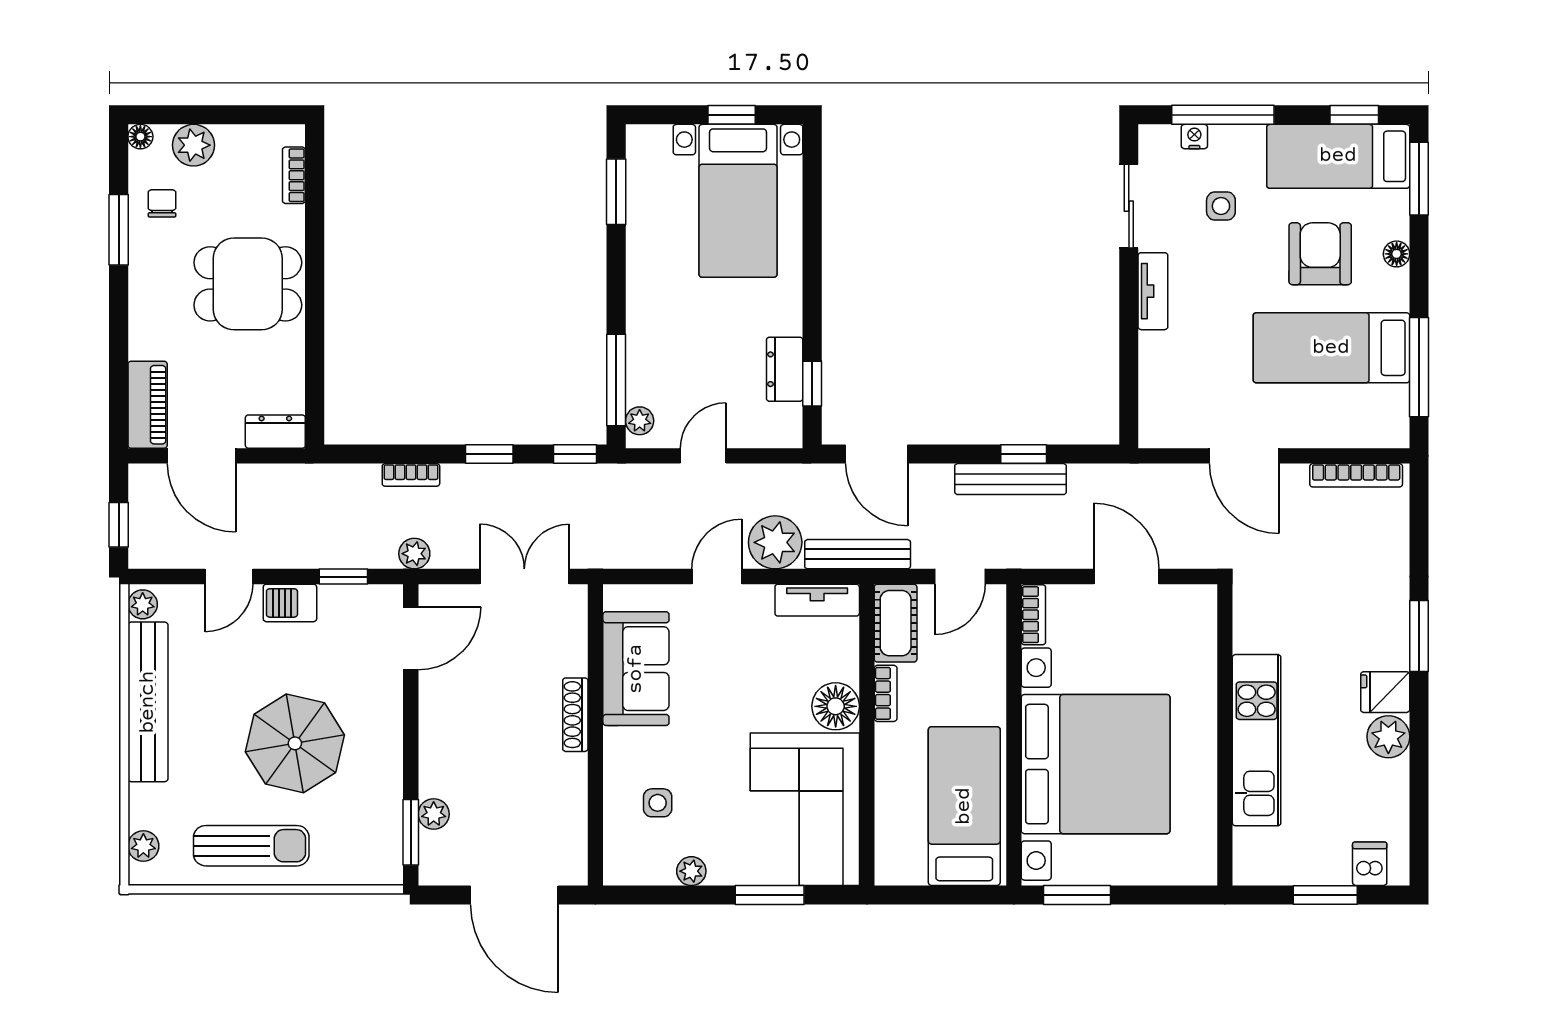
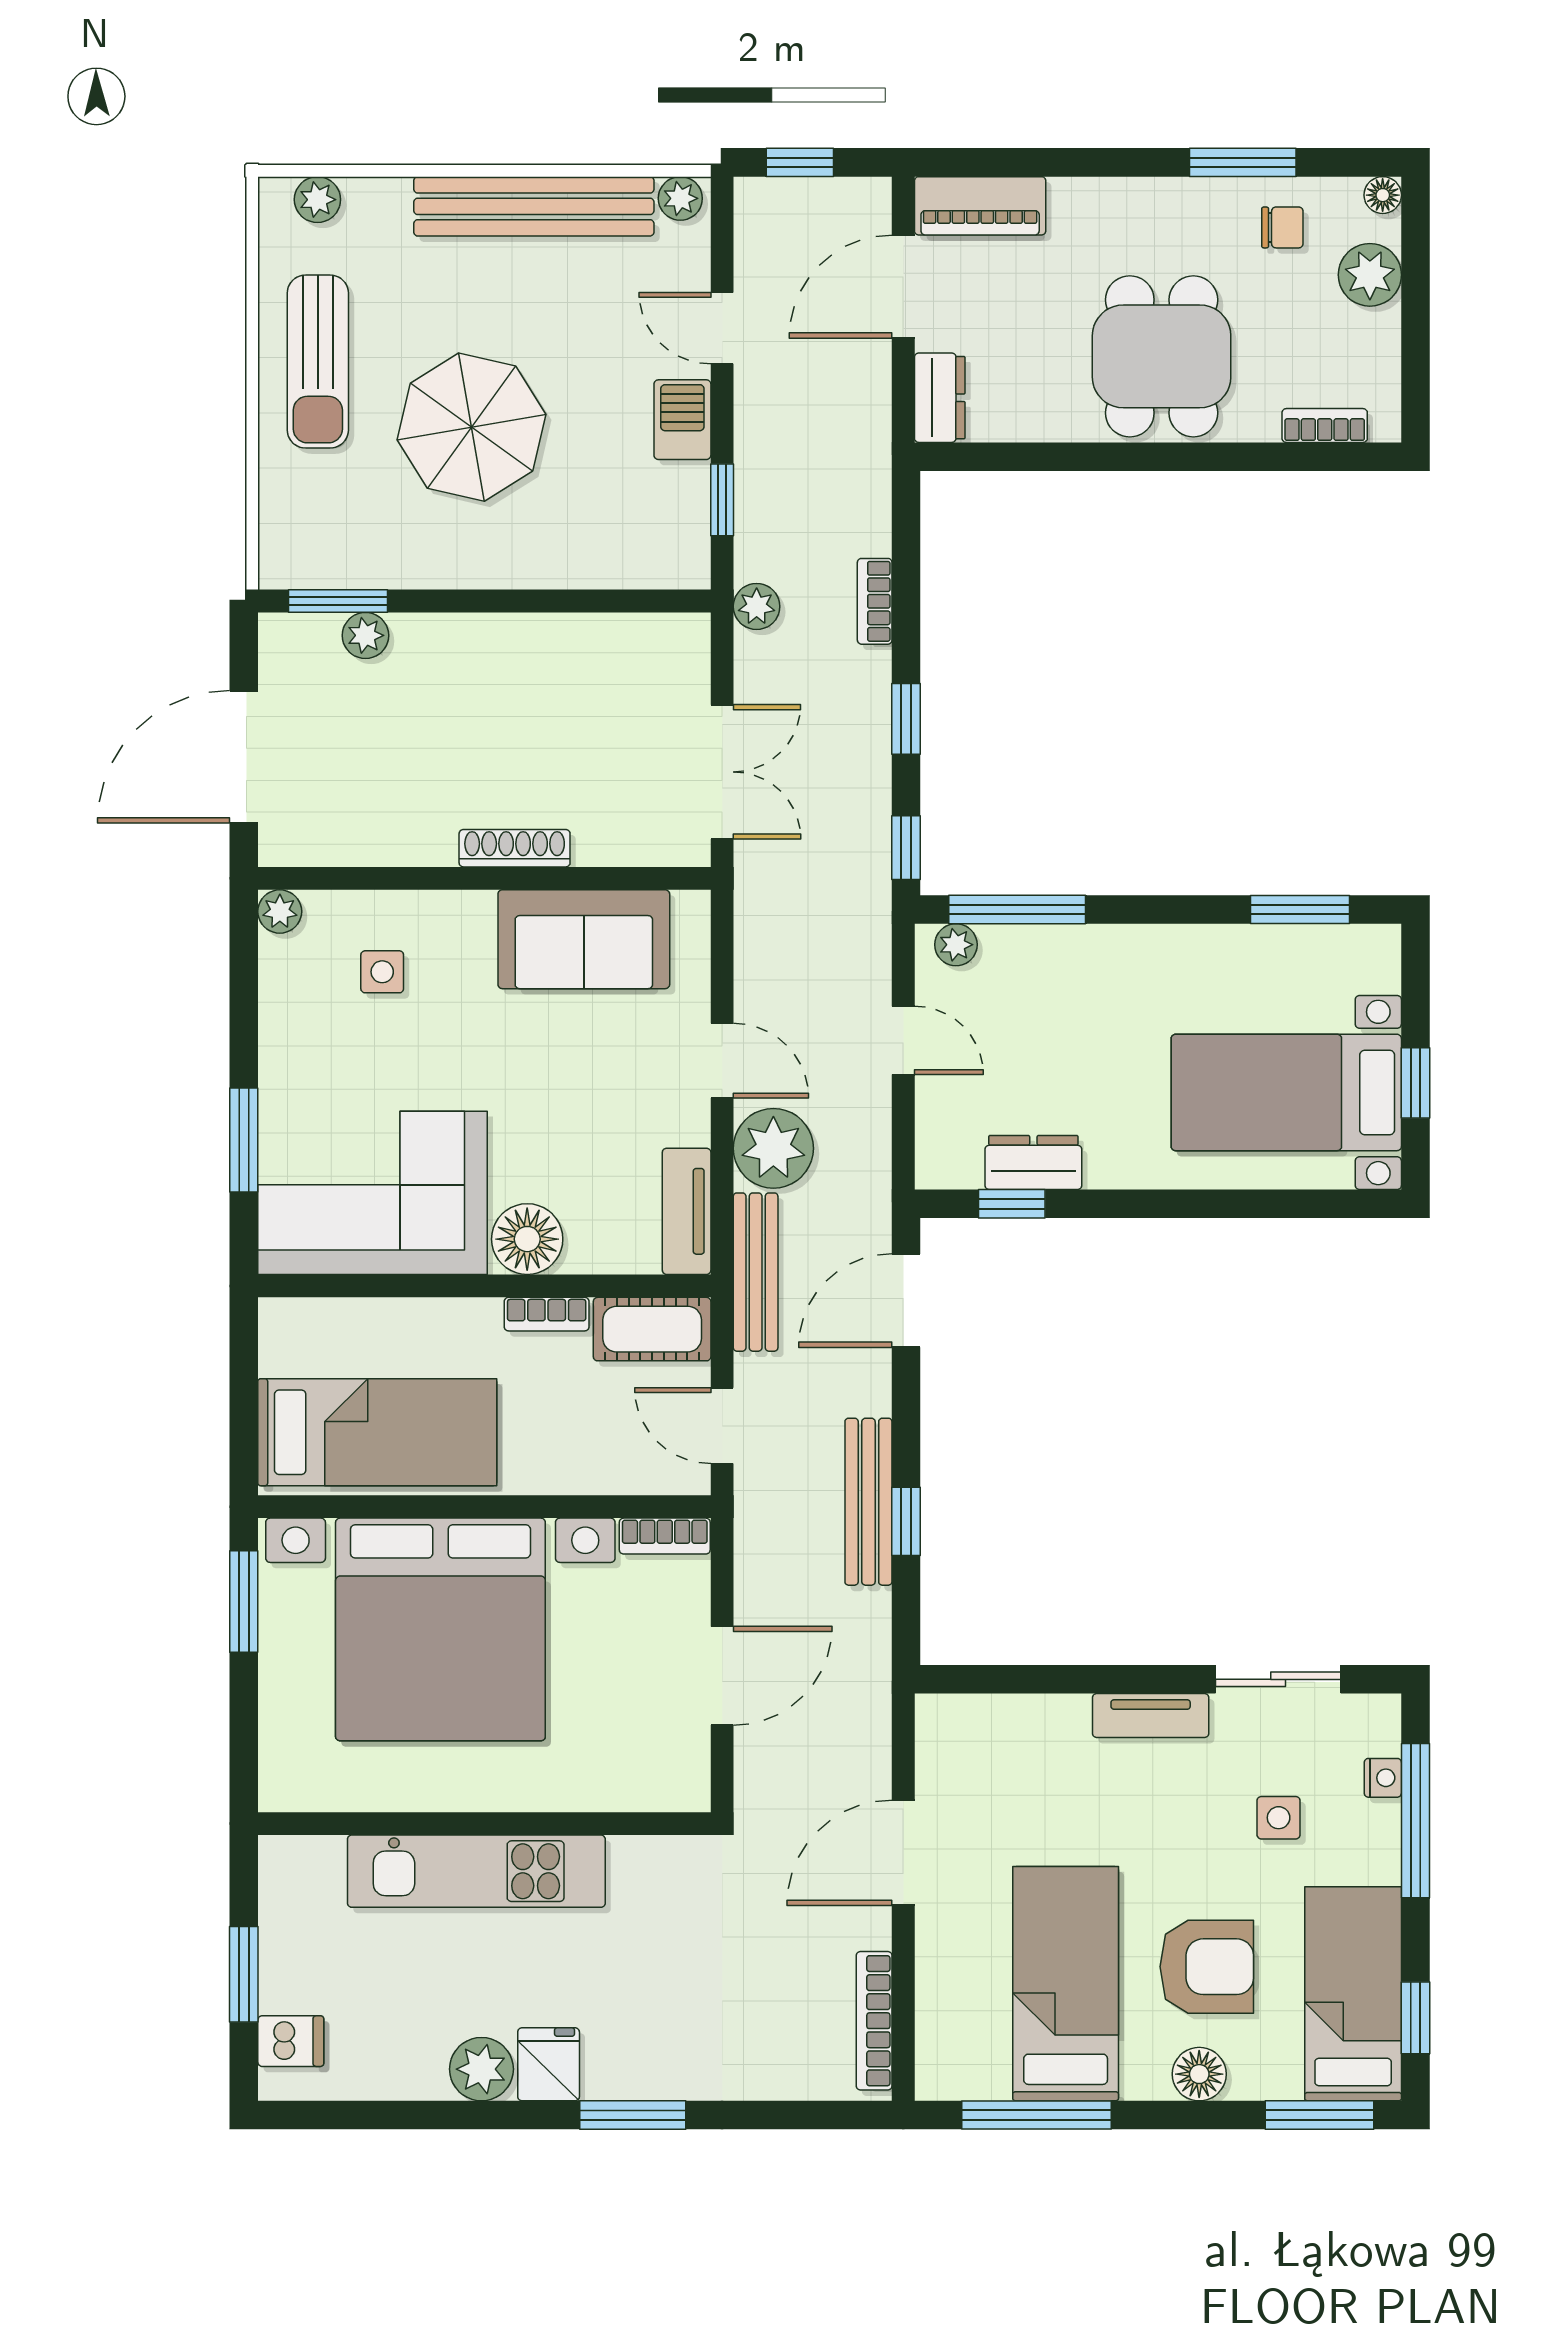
floor lamp: (1397, 254) -> (1199, 2074), width x1.37, depth x1.37
door: (411, 638) -> (629, 601), removed
plant: (691, 871) -> (280, 911), moved

